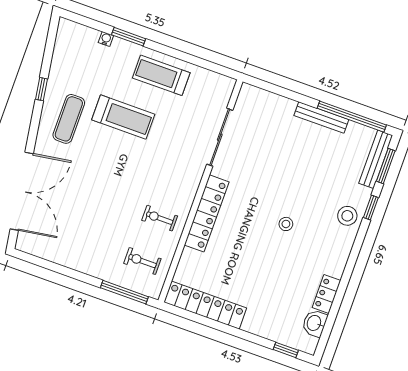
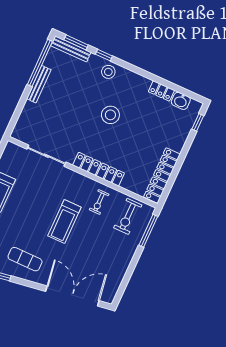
treadmill: (123, 117) -> (64, 221), moved, turned 180
stool: (286, 224) -> (110, 115), width x1.89, depth x1.89
exercise bike: (142, 261) -> (128, 216), width x1.38, depth x1.39

